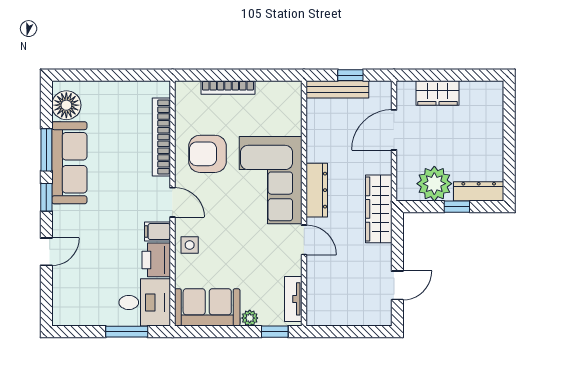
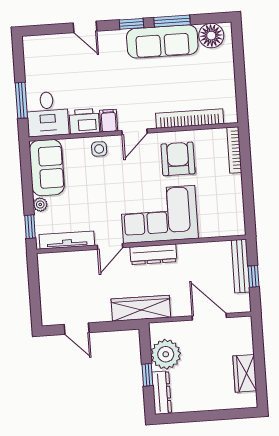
bookcase: (228, 87) -> (234, 150), moved
wardrobe: (438, 93) -> (245, 373), moved
tv unit: (293, 299) -> (67, 240), width x1.41

